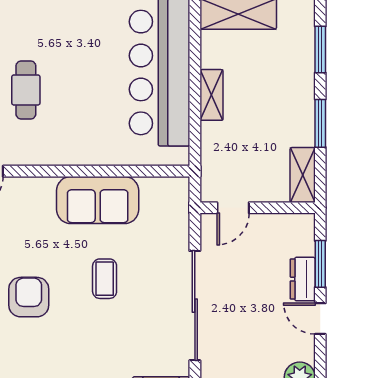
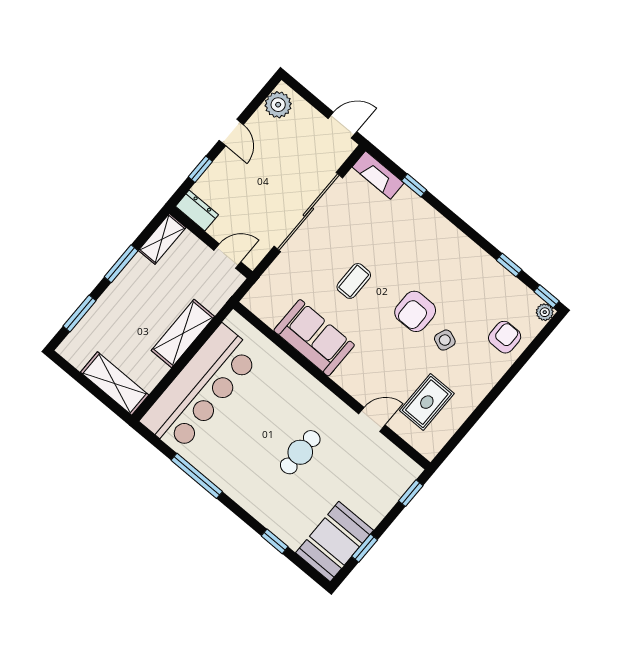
shelving: (211, 95) -> (183, 333), width x1.50, depth x1.33
window: (320, 264) -> (200, 169), width x0.67
dresser: (303, 279) -> (197, 210), moved, turned -90

